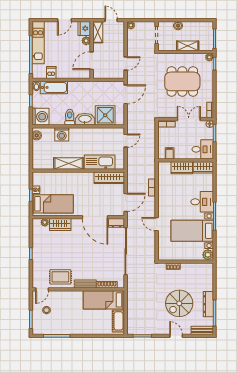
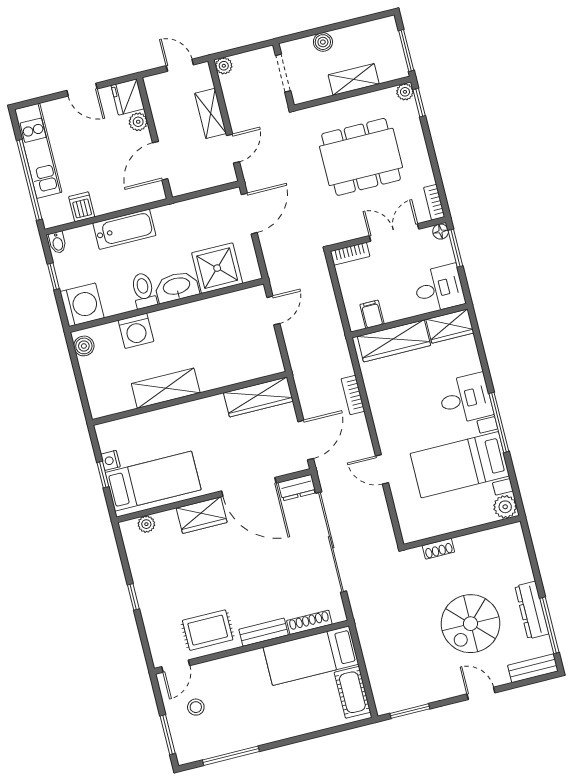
door: (65, 20) -> (82, 90), hinge flipped
shelving: (98, 32) -> (211, 113), moved
bathtub: (54, 87) -> (124, 229), moved
kitchen sink: (100, 162) -> (230, 369), removed
wardrobe: (182, 168) -> (394, 341), width x1.50
wardrobe: (60, 225) -> (202, 515), moved

